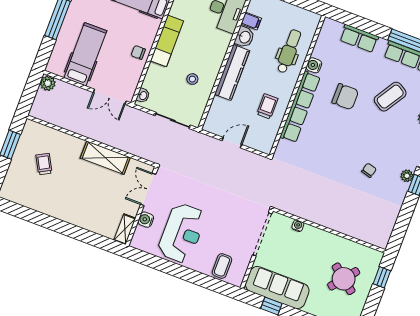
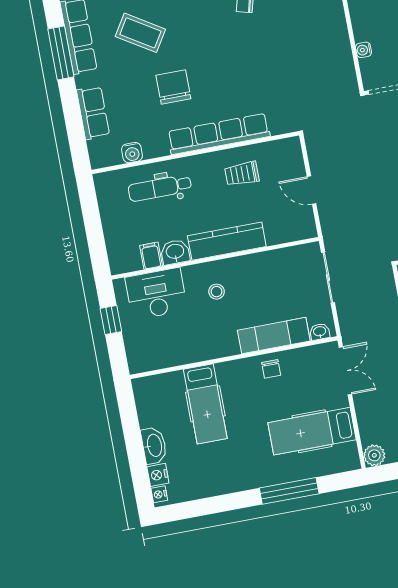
exam couch: (167, 41) -> (274, 336), moved
water cooler: (314, 65) -> (132, 153), moved
stool: (192, 79) -> (217, 292), moved

